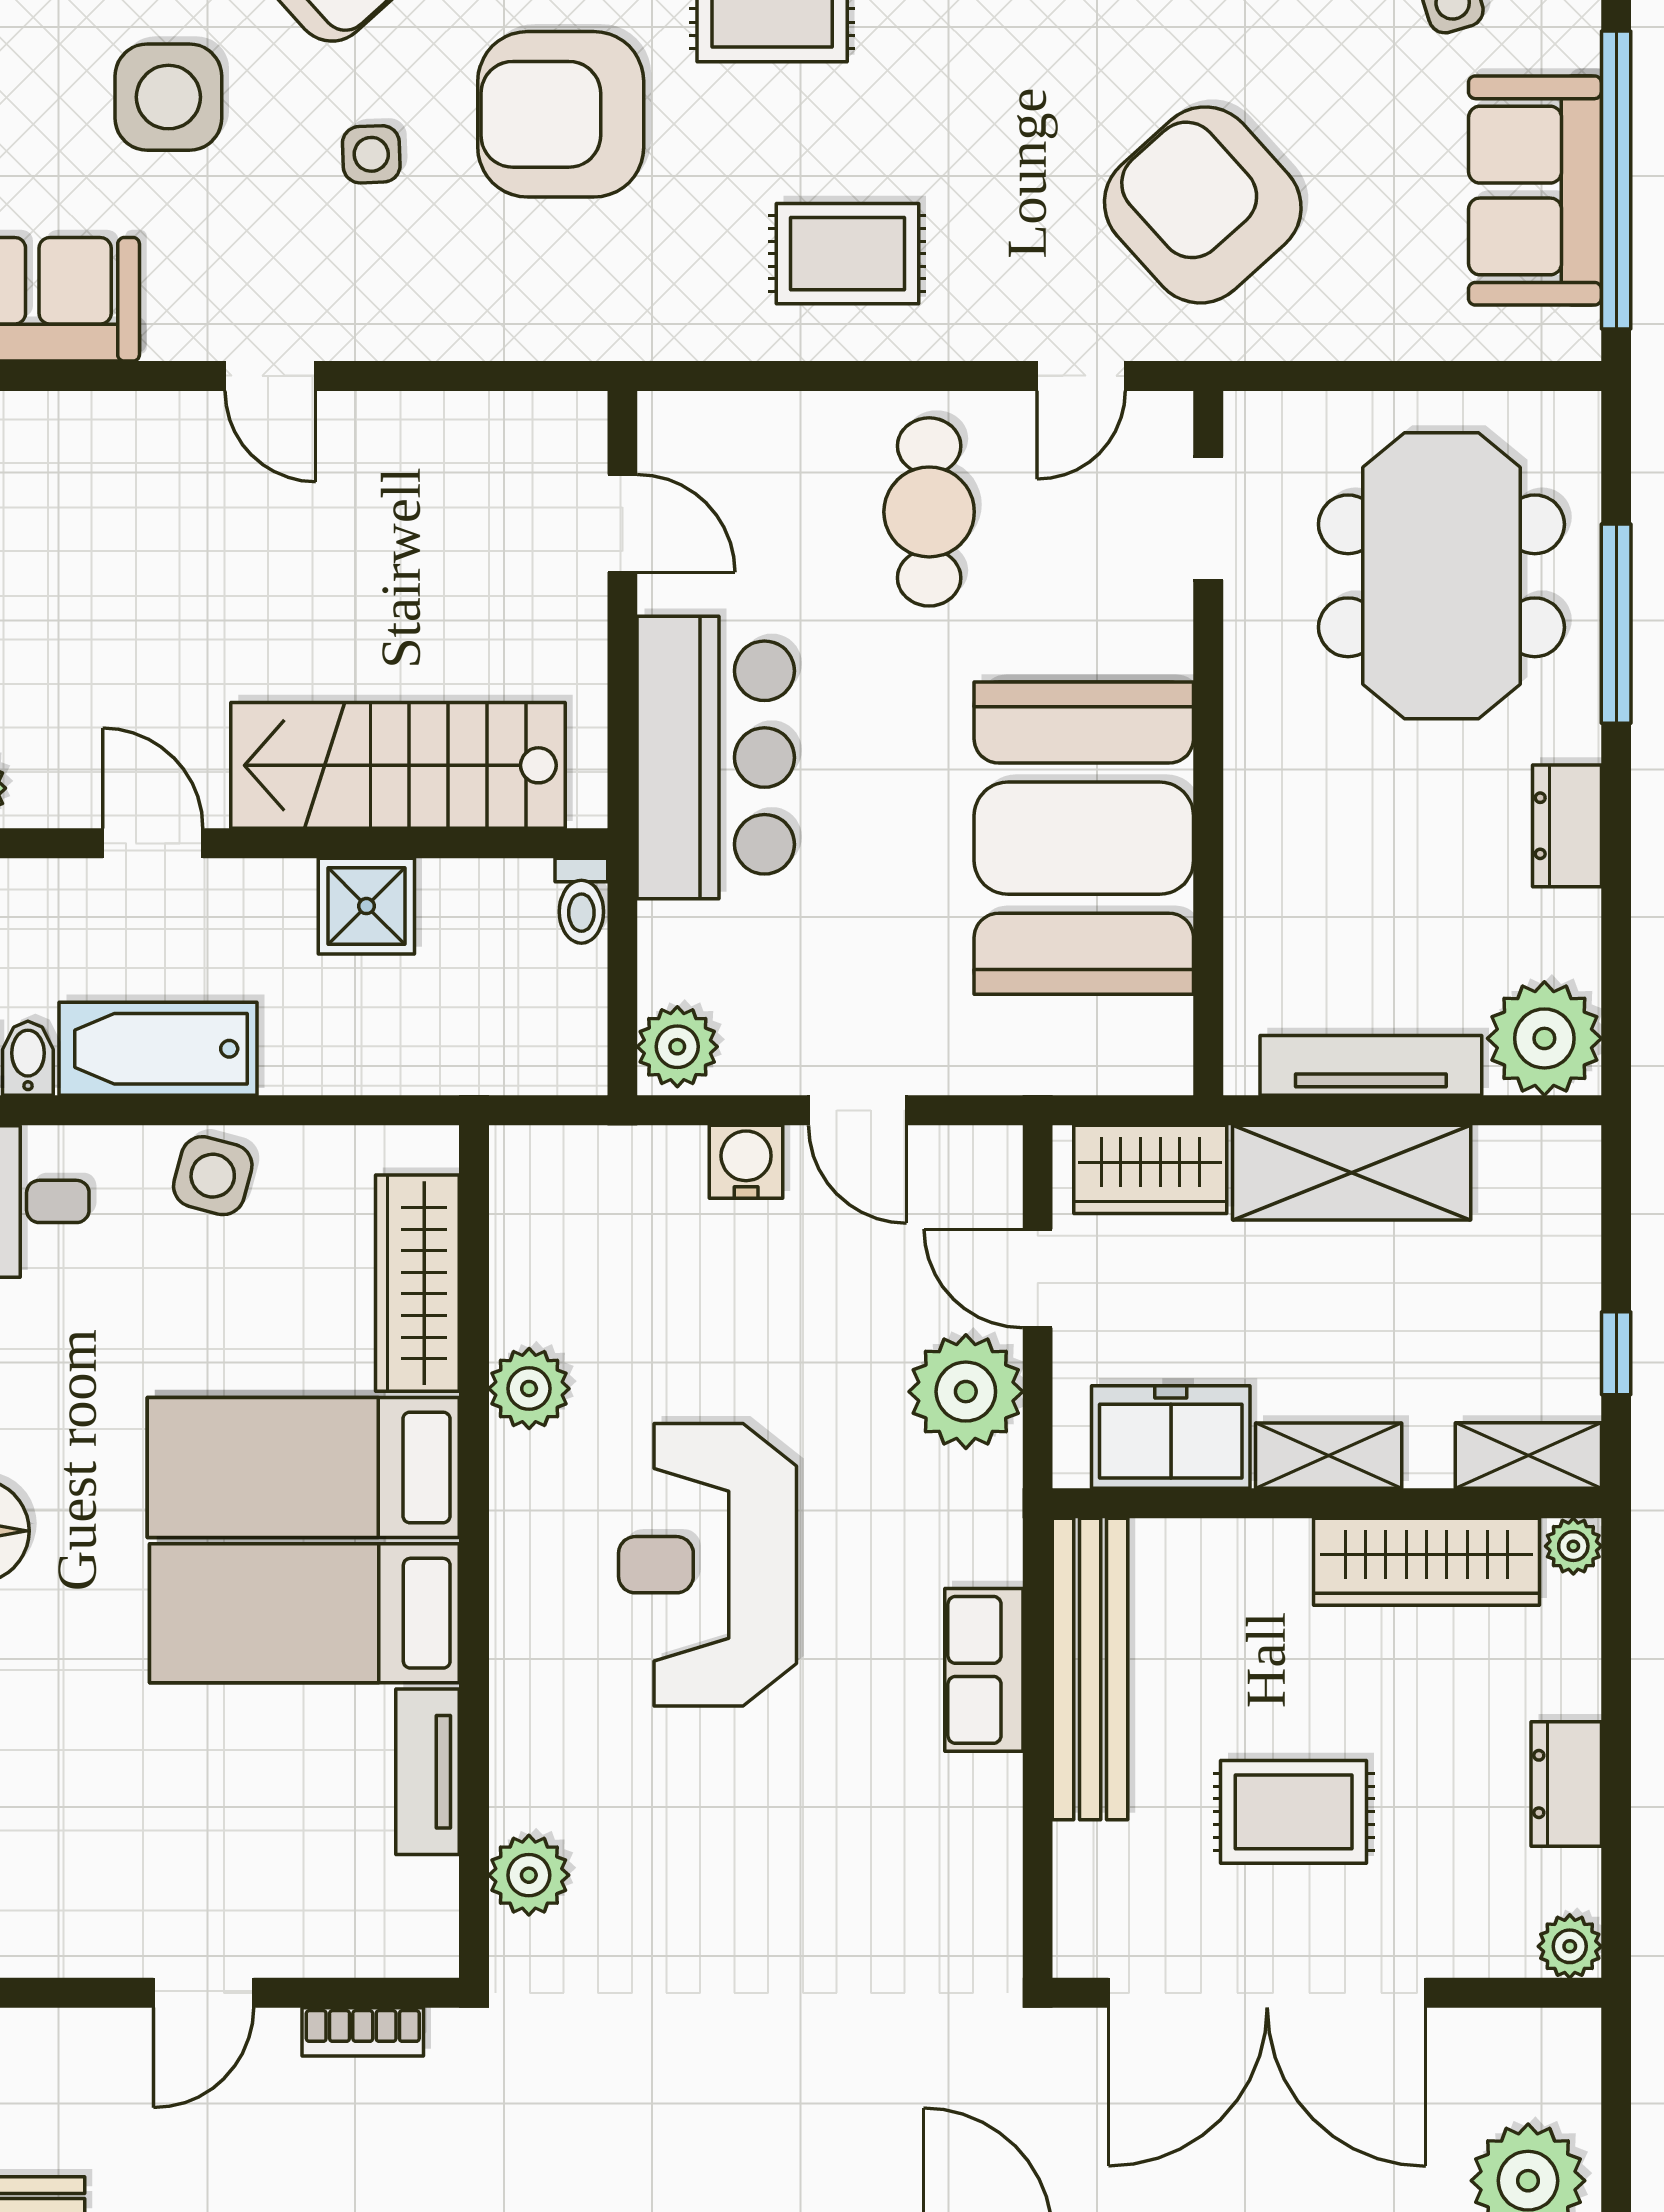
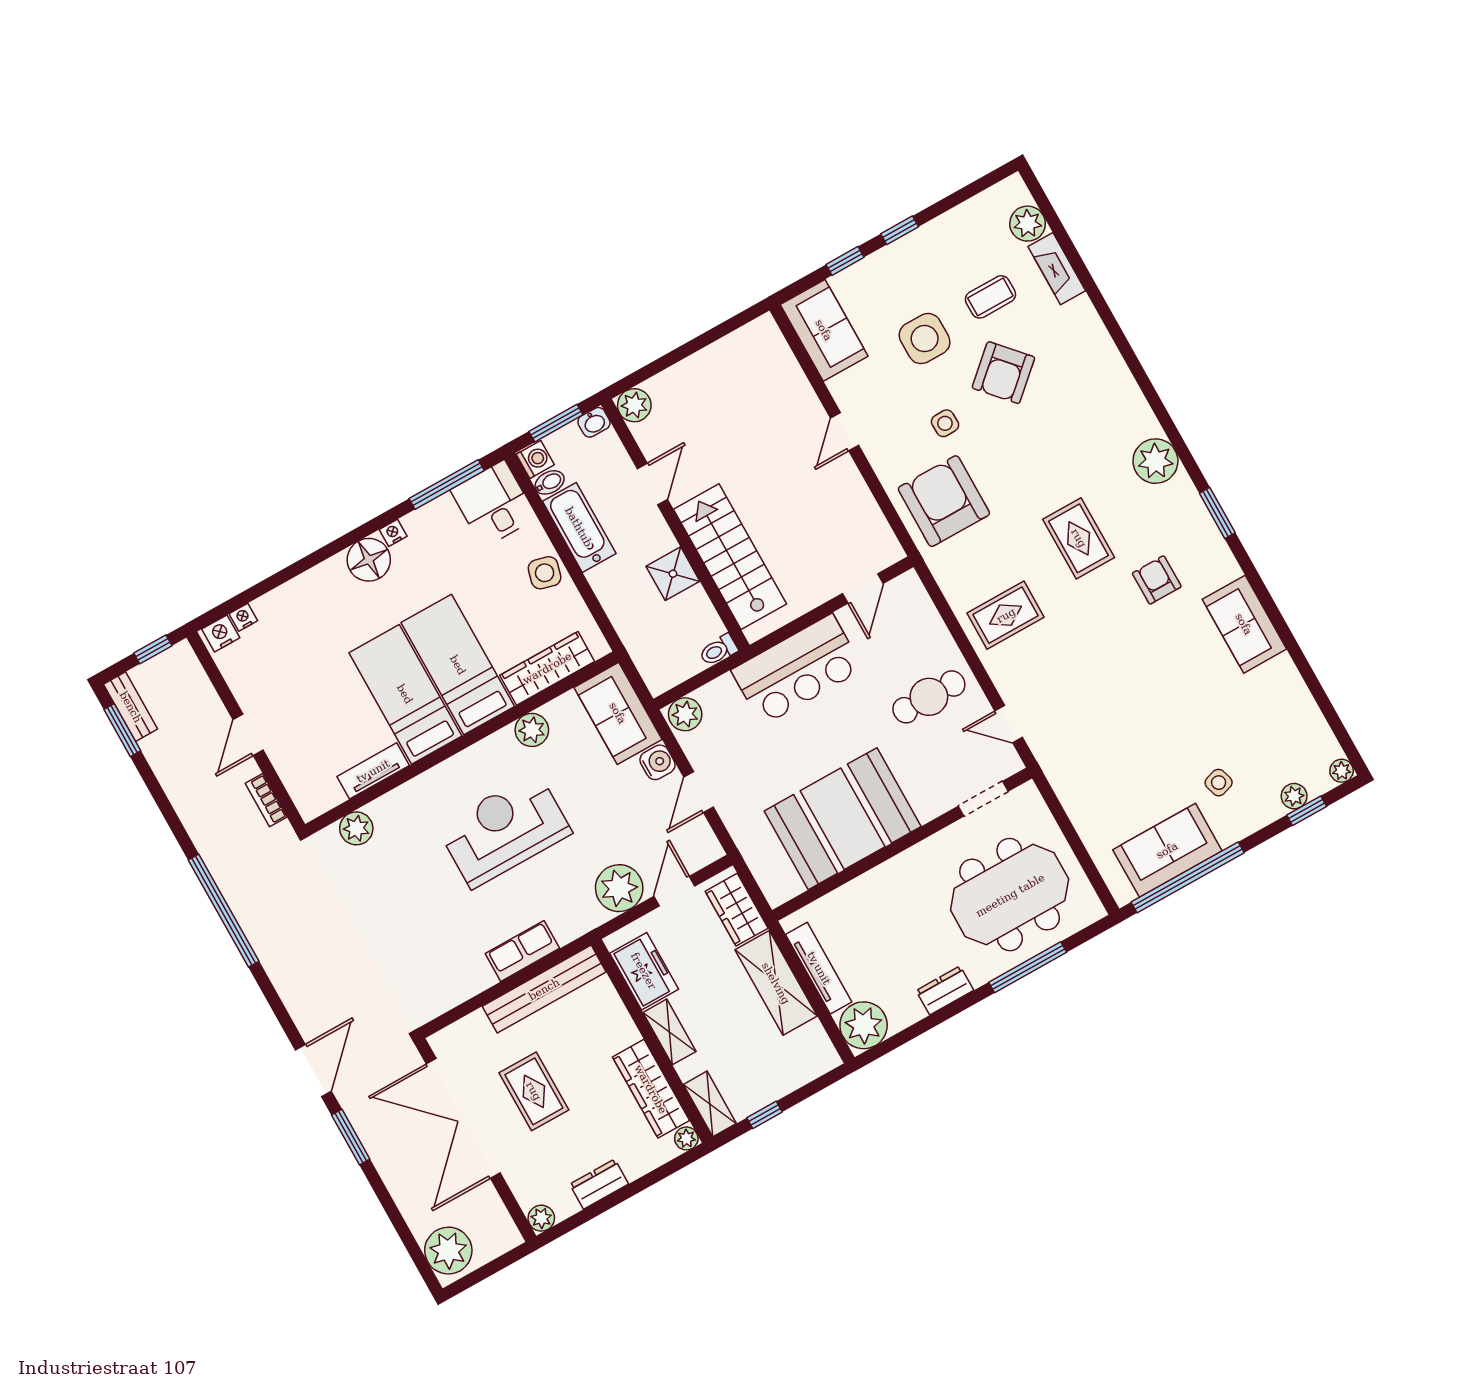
armchair: (561, 114) -> (944, 501), moved
armchair: (1203, 205) -> (1095, 733), removed
rug: (847, 254) -> (1006, 615), turned 90
sofa: (596, 1187) -> (618, 713), added
door: (203, 1993) -> (248, 735), hinge flipped

